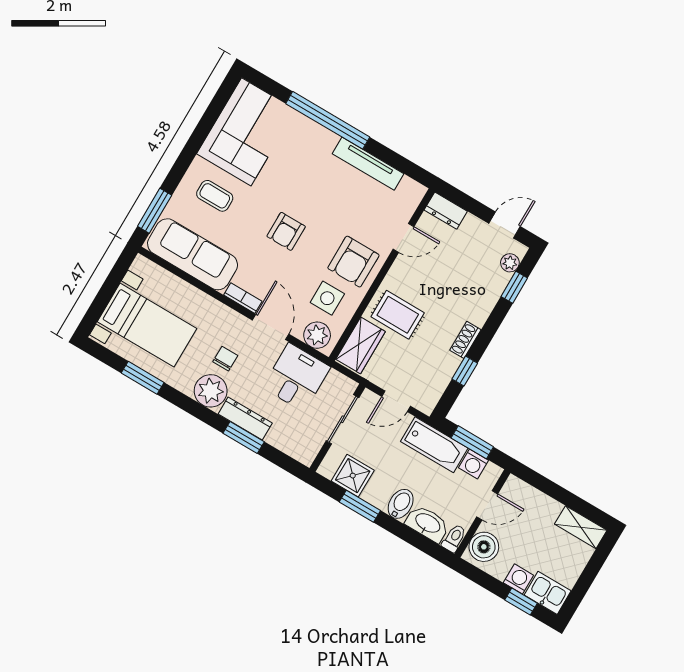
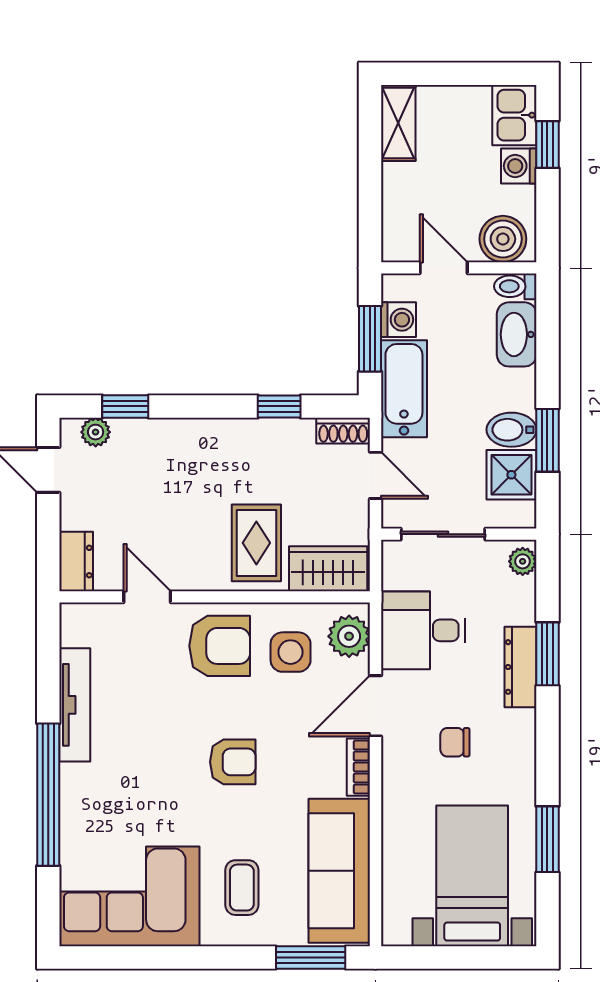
shoe rack: (465, 340) -> (343, 431), moved
plant: (211, 391) -> (523, 561), moved, width x0.53, depth x0.53
bidet: (401, 504) -> (511, 430), moved

